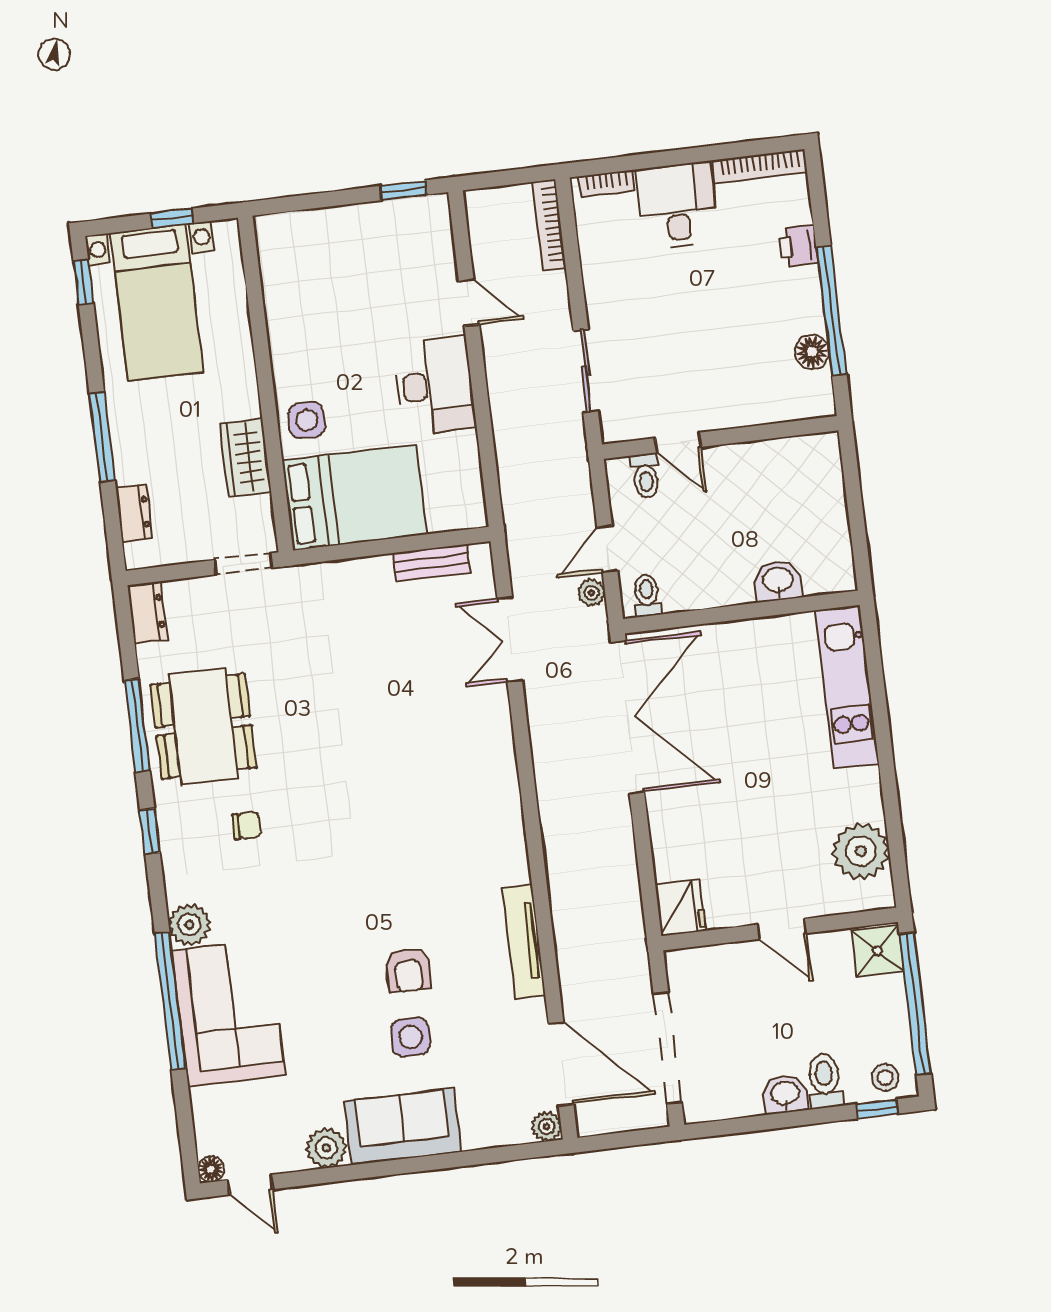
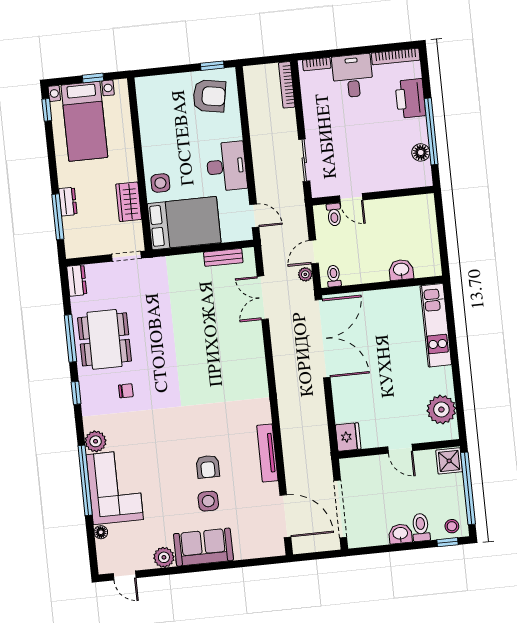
printer: (798, 246) -> (410, 98), width x1.87, depth x1.48
armchair: (399, 249) -> (209, 96), added
door: (469, 303) -> (254, 216), moved
window: (102, 437) -> (58, 217), moved
dresser: (134, 513) -> (68, 202), moved
plant: (546, 1127) -> (277, 548), removed
floor lamp: (211, 1169) -> (101, 532), moved

